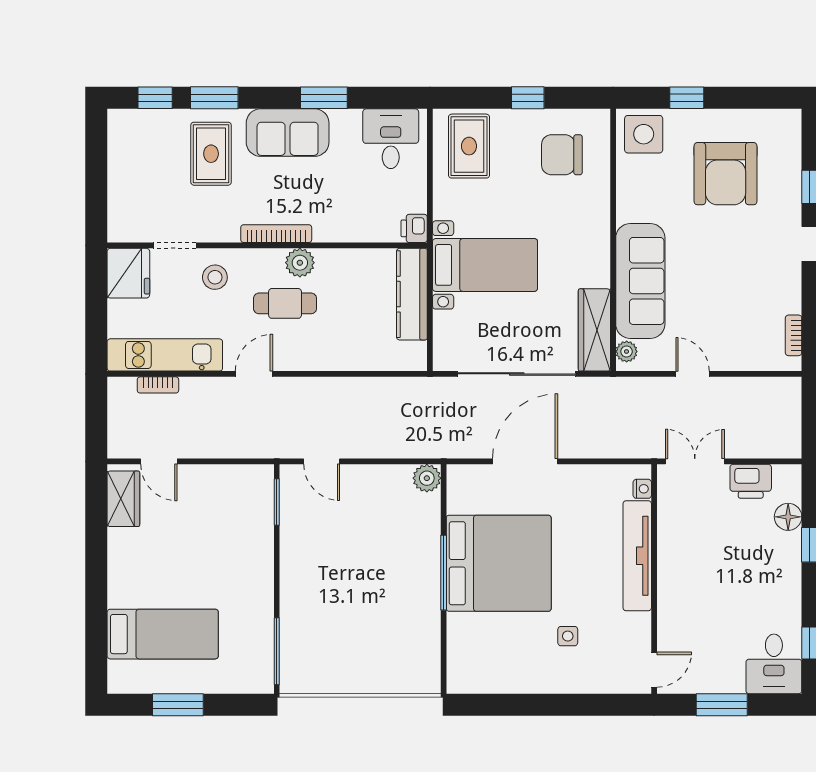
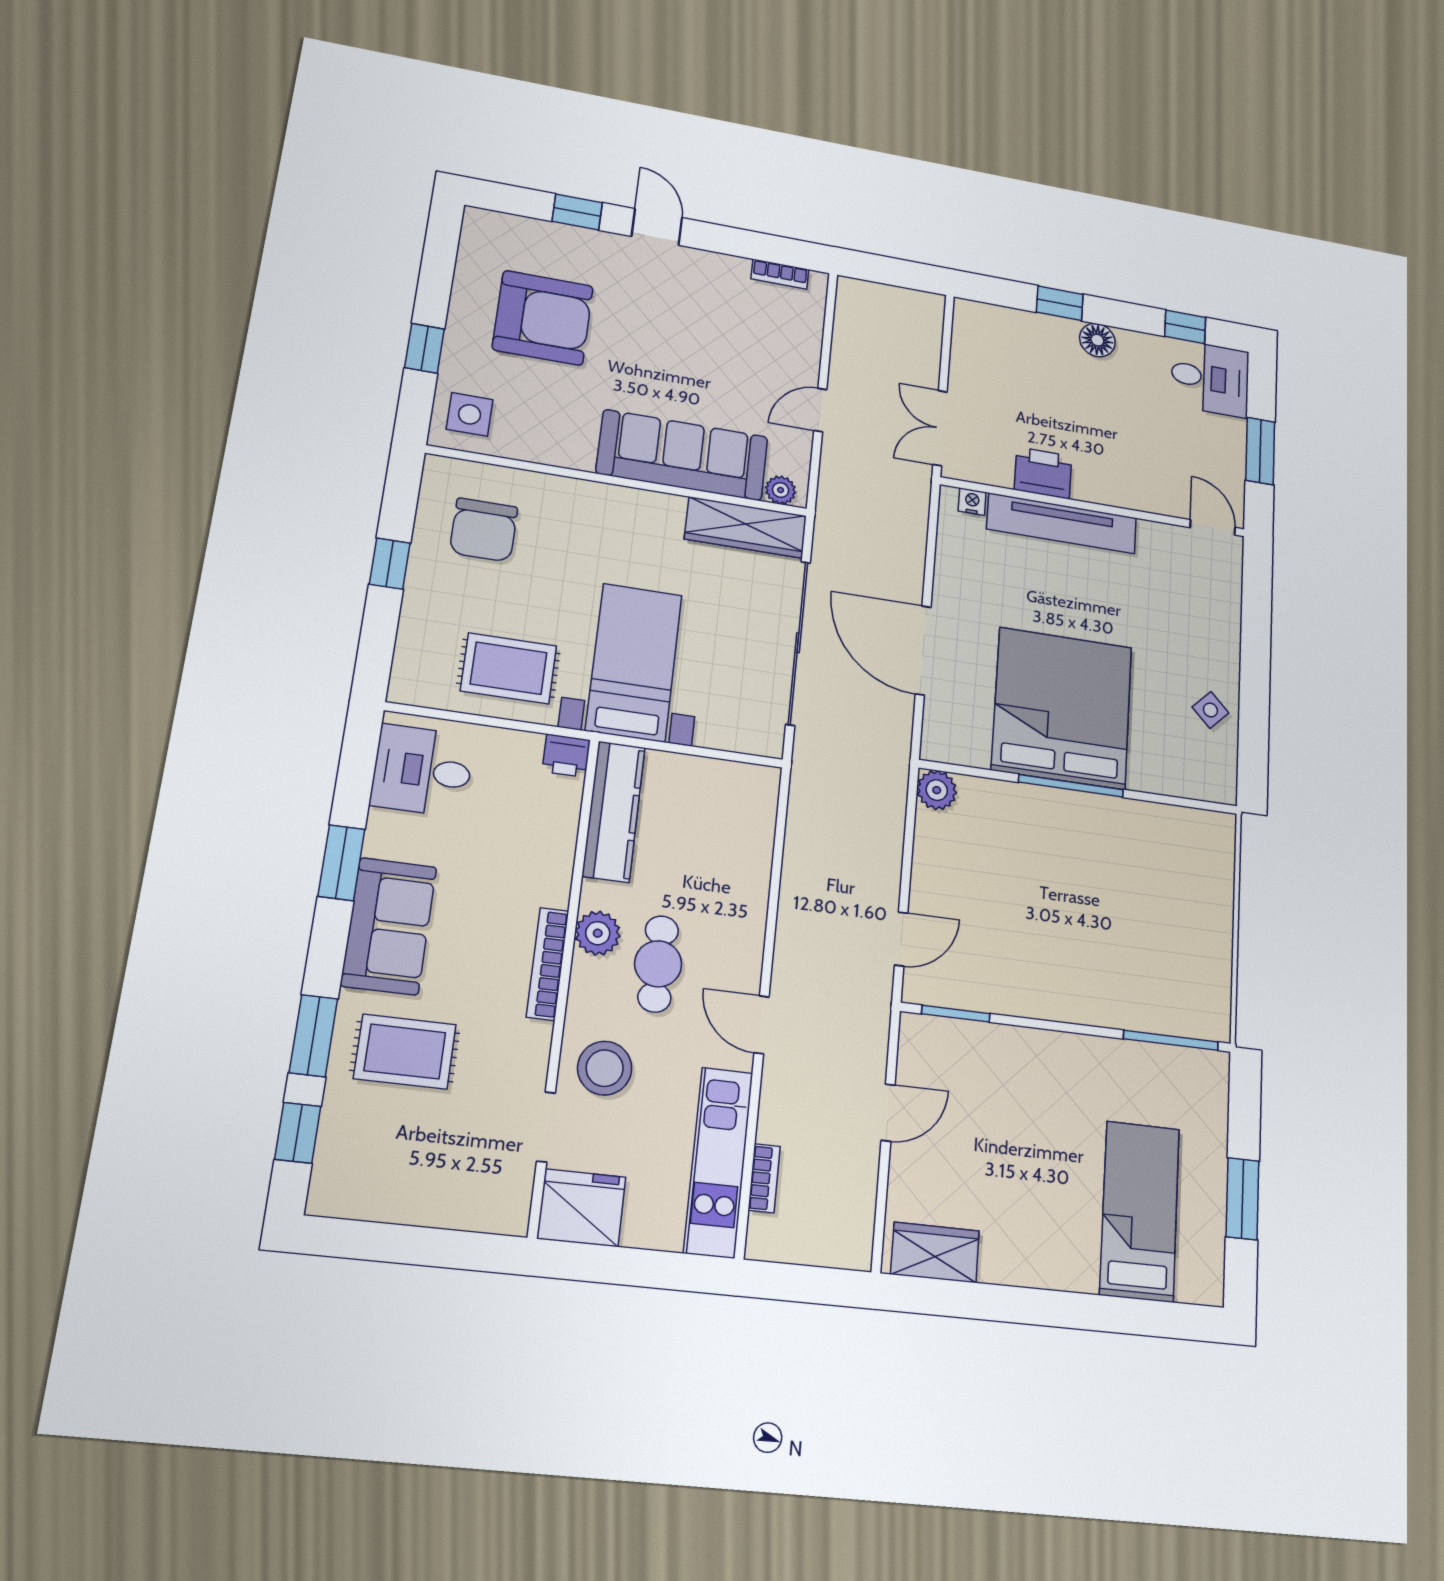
side table: (644, 134) -> (470, 414), width x0.73, depth x0.73
rug: (469, 146) -> (509, 668), moved
stool: (215, 277) -> (605, 1068), width x1.38, depth x1.38
kitchen counter: (412, 294) -> (614, 811), moved, turned -90
door: (159, 461) -> (888, 1113), moved
printer: (751, 481) -> (1043, 473), moved, turned -90
floor lamp: (788, 517) -> (1097, 340), moved
side table: (568, 636) -> (1210, 710), moved, turned 45

